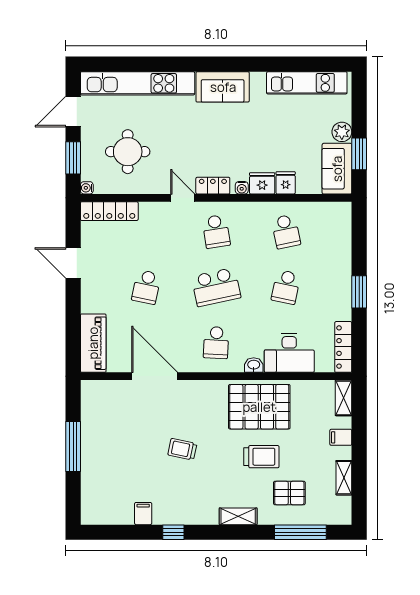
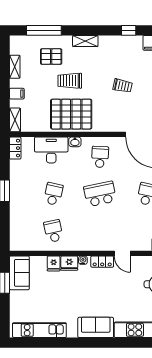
plant: (342, 132) -> (16, 297), removed
school desk: (216, 231) -> (100, 231), removed
locker: (343, 347) -> (15, 148), width x0.66

